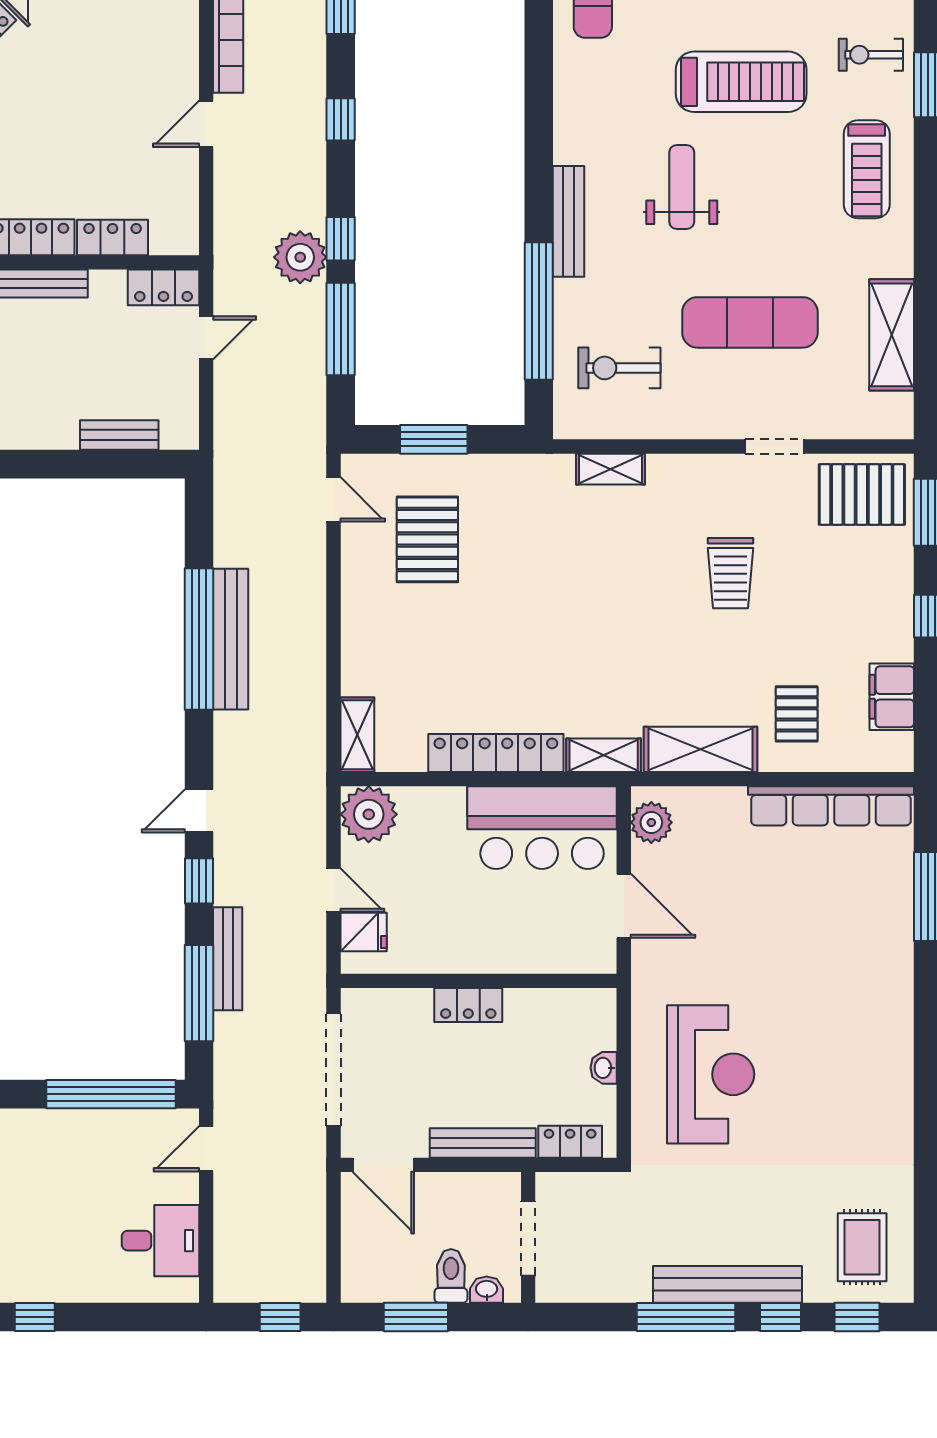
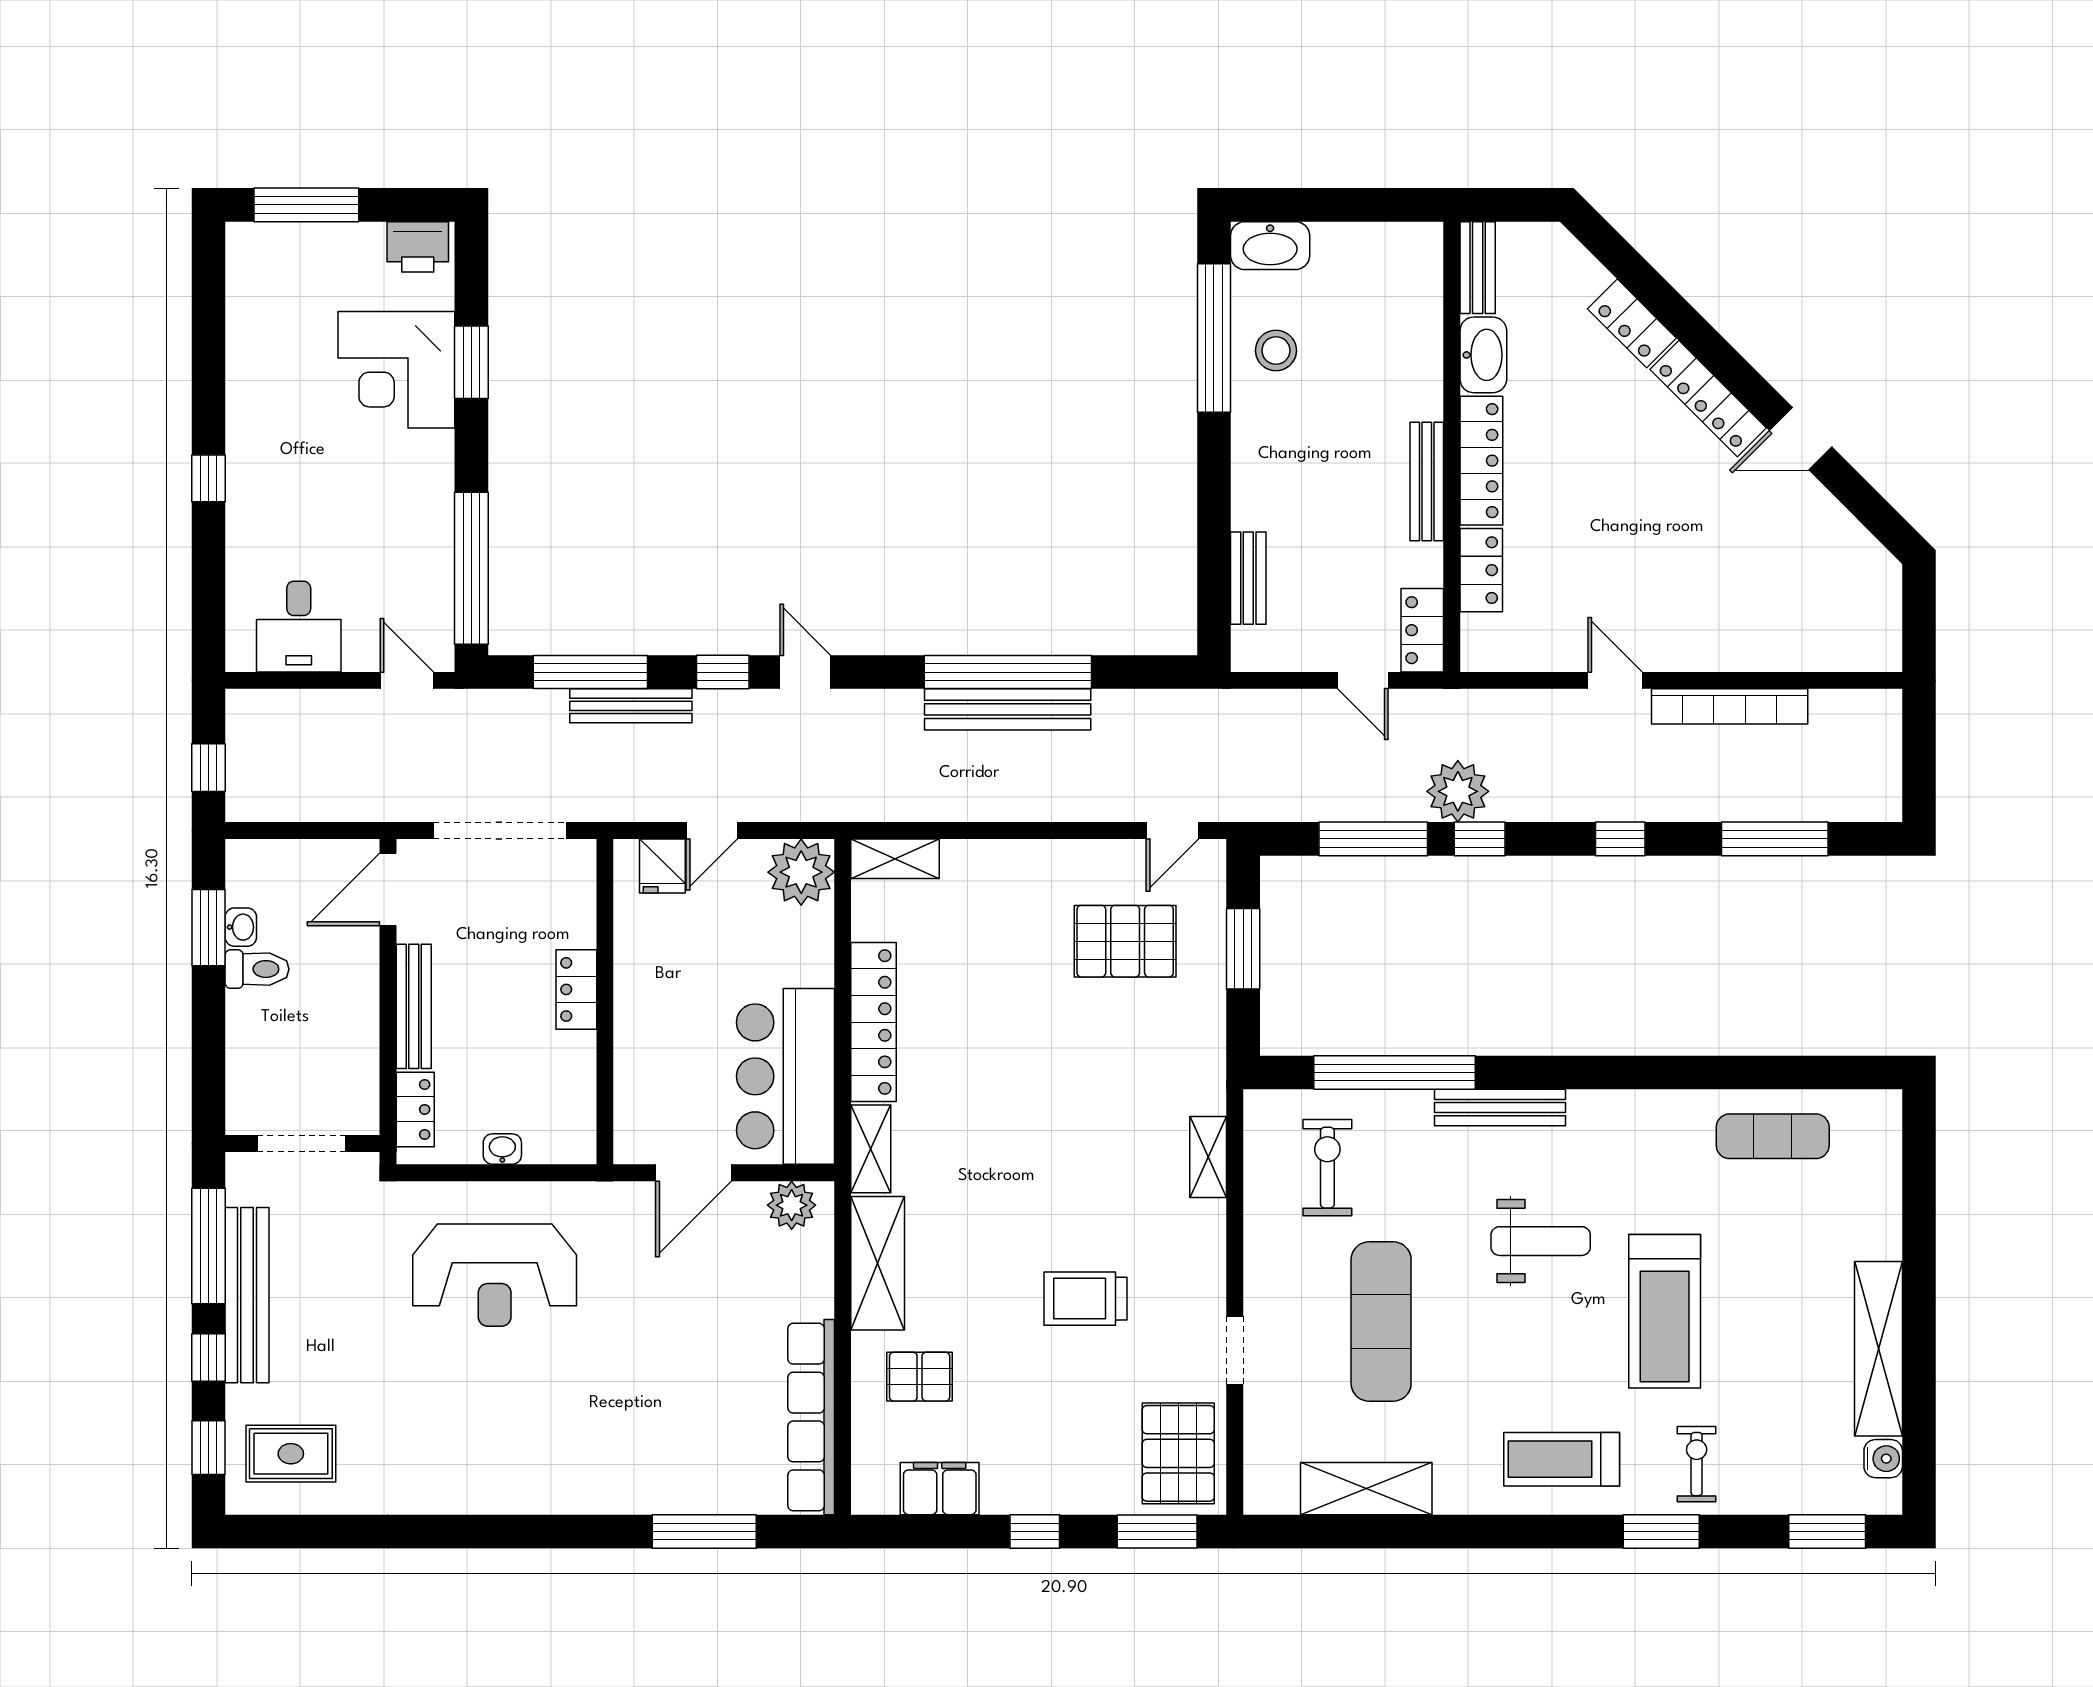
wall: (528, 1237) -> (302, 1143), moved
doorway: (528, 1239) -> (301, 1143), moved
washbasin: (487, 1290) -> (241, 927), moved

